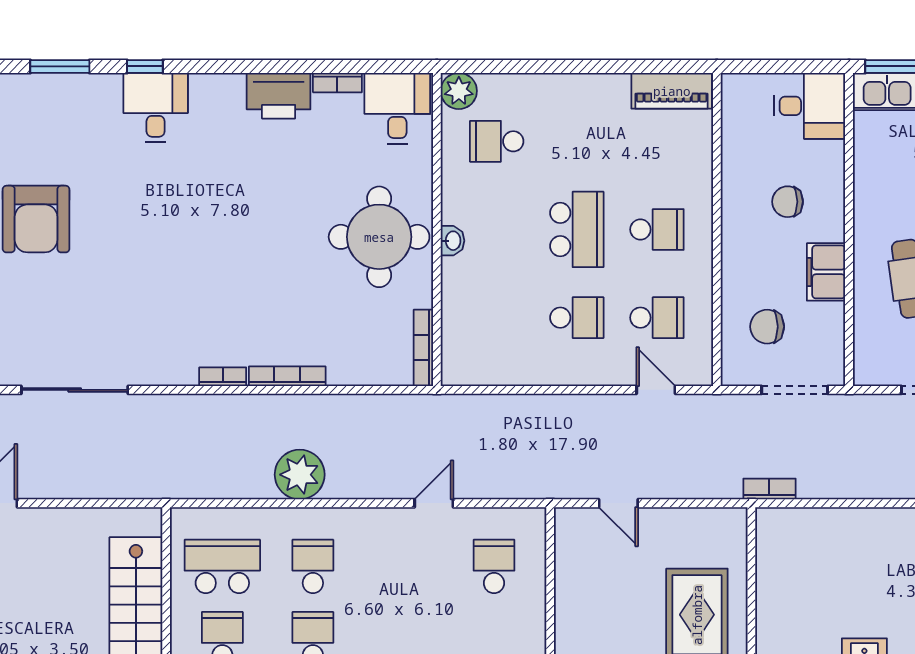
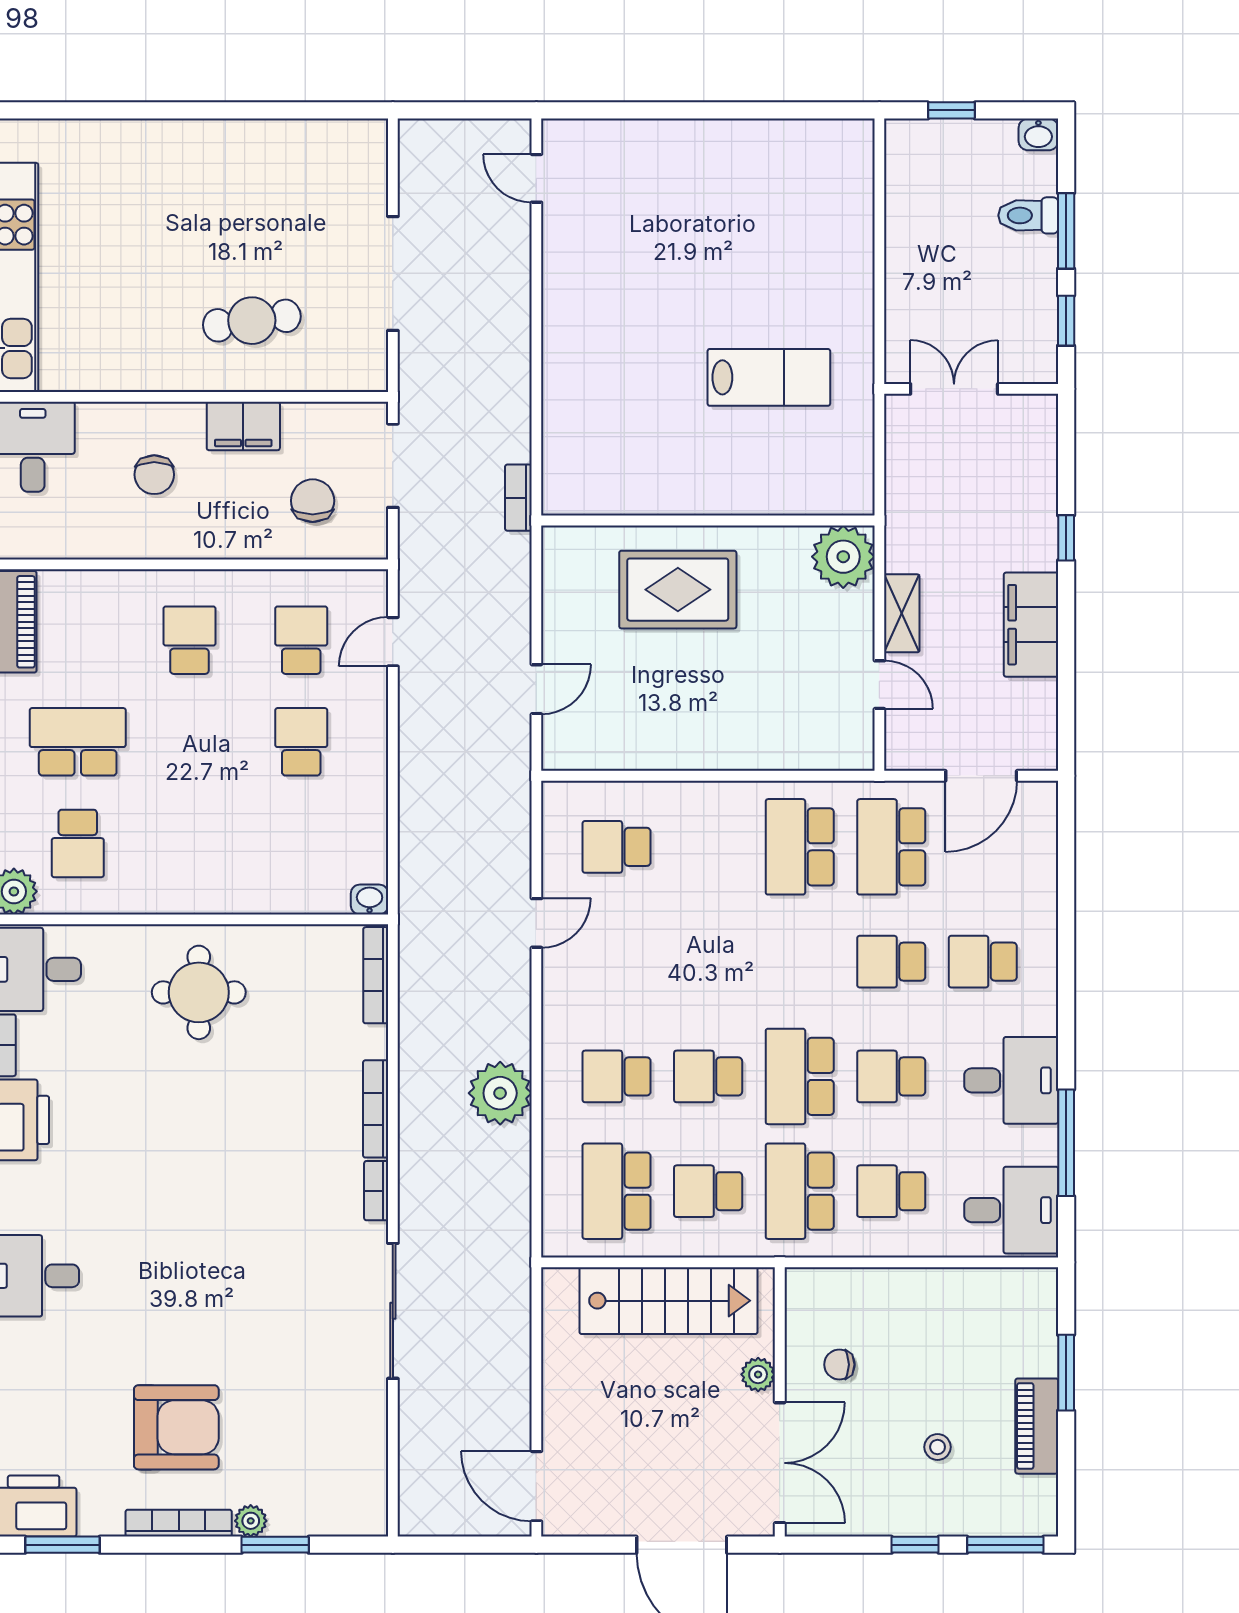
school desk: (577, 229) -> (78, 742), moved
round table: (379, 237) -> (199, 992), width x0.73, depth x0.73
washbasin: (452, 241) -> (370, 900), moved
chair: (767, 327) -> (313, 501), turned 180
bookcase: (423, 348) -> (376, 975), moved, turned 90
sliding door: (75, 390) -> (393, 1311), moved
door: (434, 503) -> (536, 923), swing flipped

